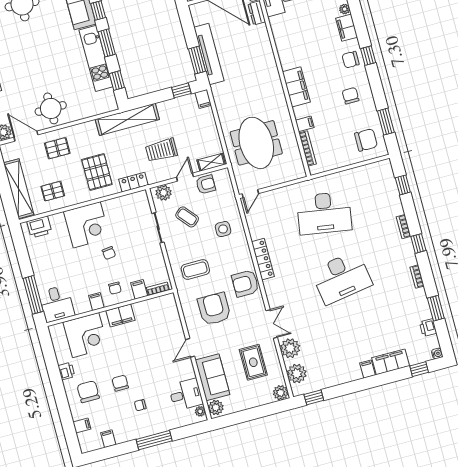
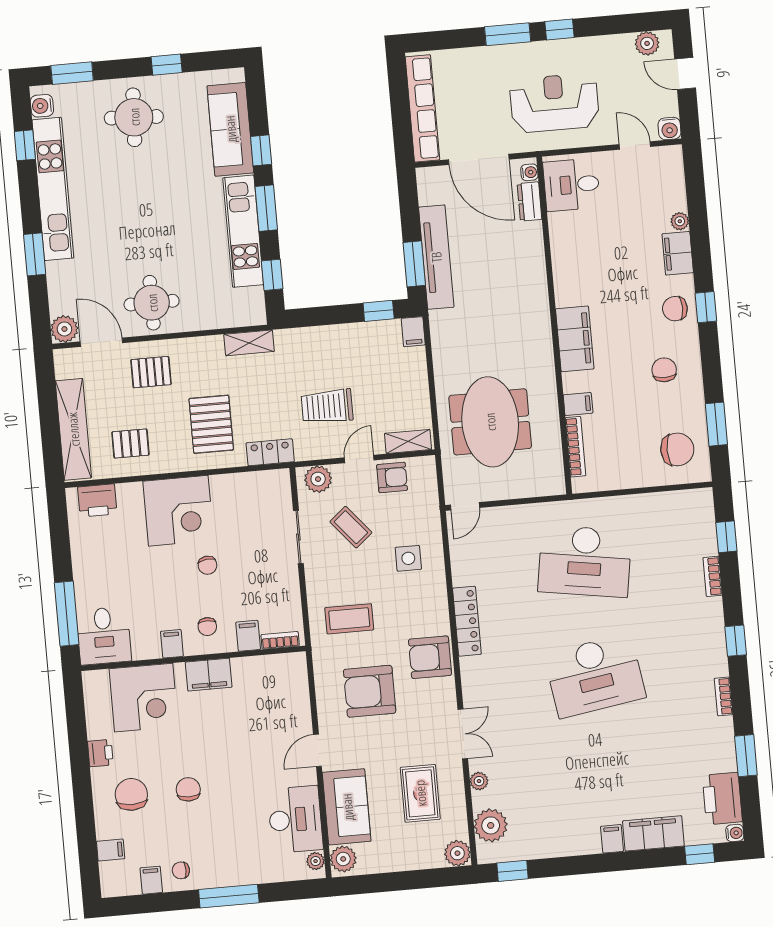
shelving: (127, 119) -> (249, 343), width x0.45, depth x0.75
bookcase: (404, 227) -> (713, 576), moved
armchair: (214, 309) -> (370, 691), turned -90
printer: (428, 328) -> (722, 799), width x1.87, depth x1.48
plant: (290, 348) -> (479, 781), width x0.53, depth x0.53
desk: (186, 395) -> (295, 819), width x1.37
chair: (140, 405) -> (181, 870), moved

